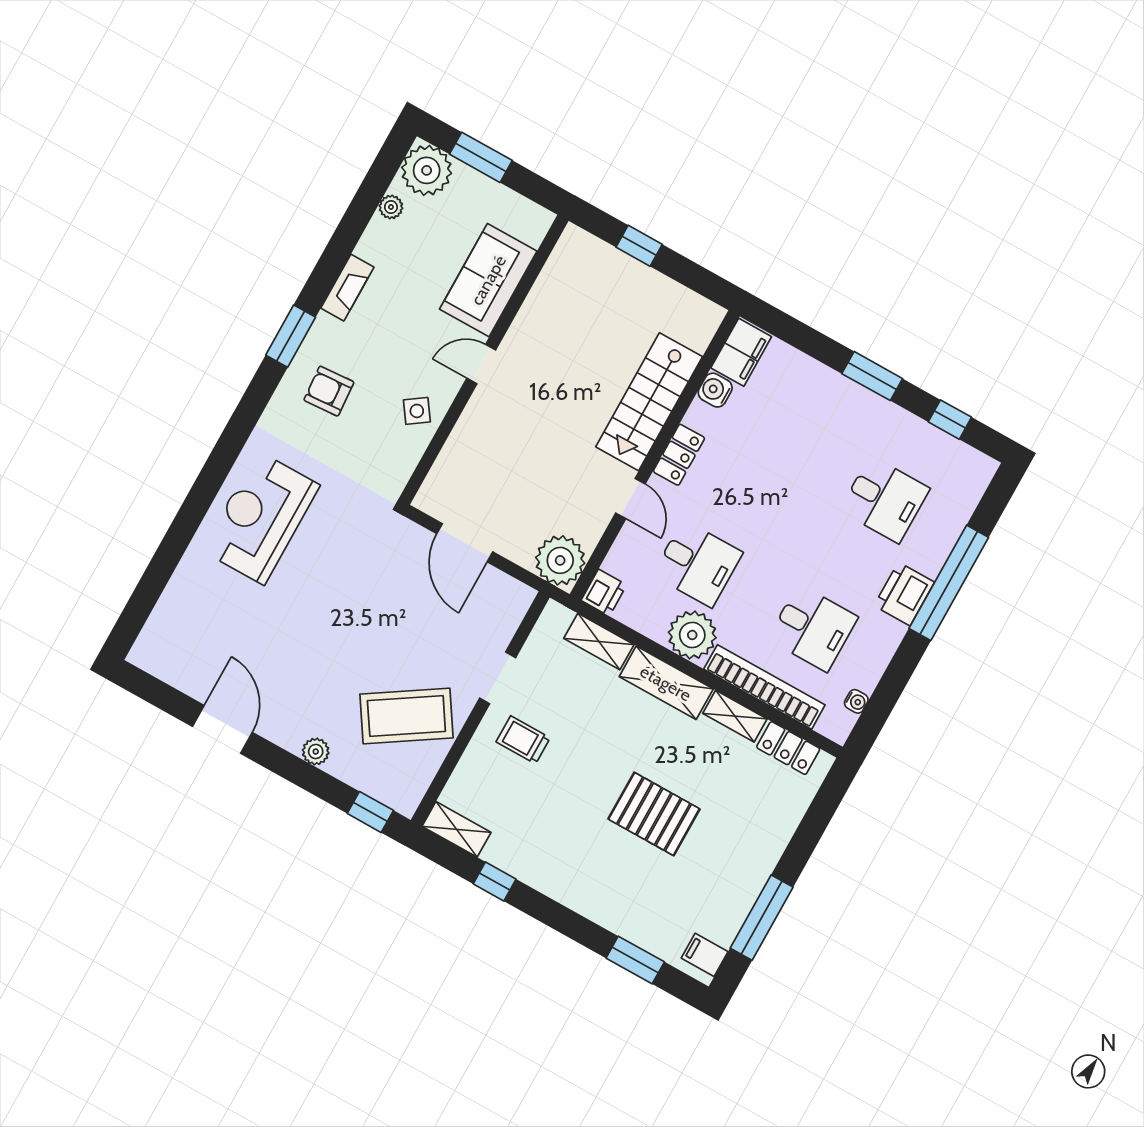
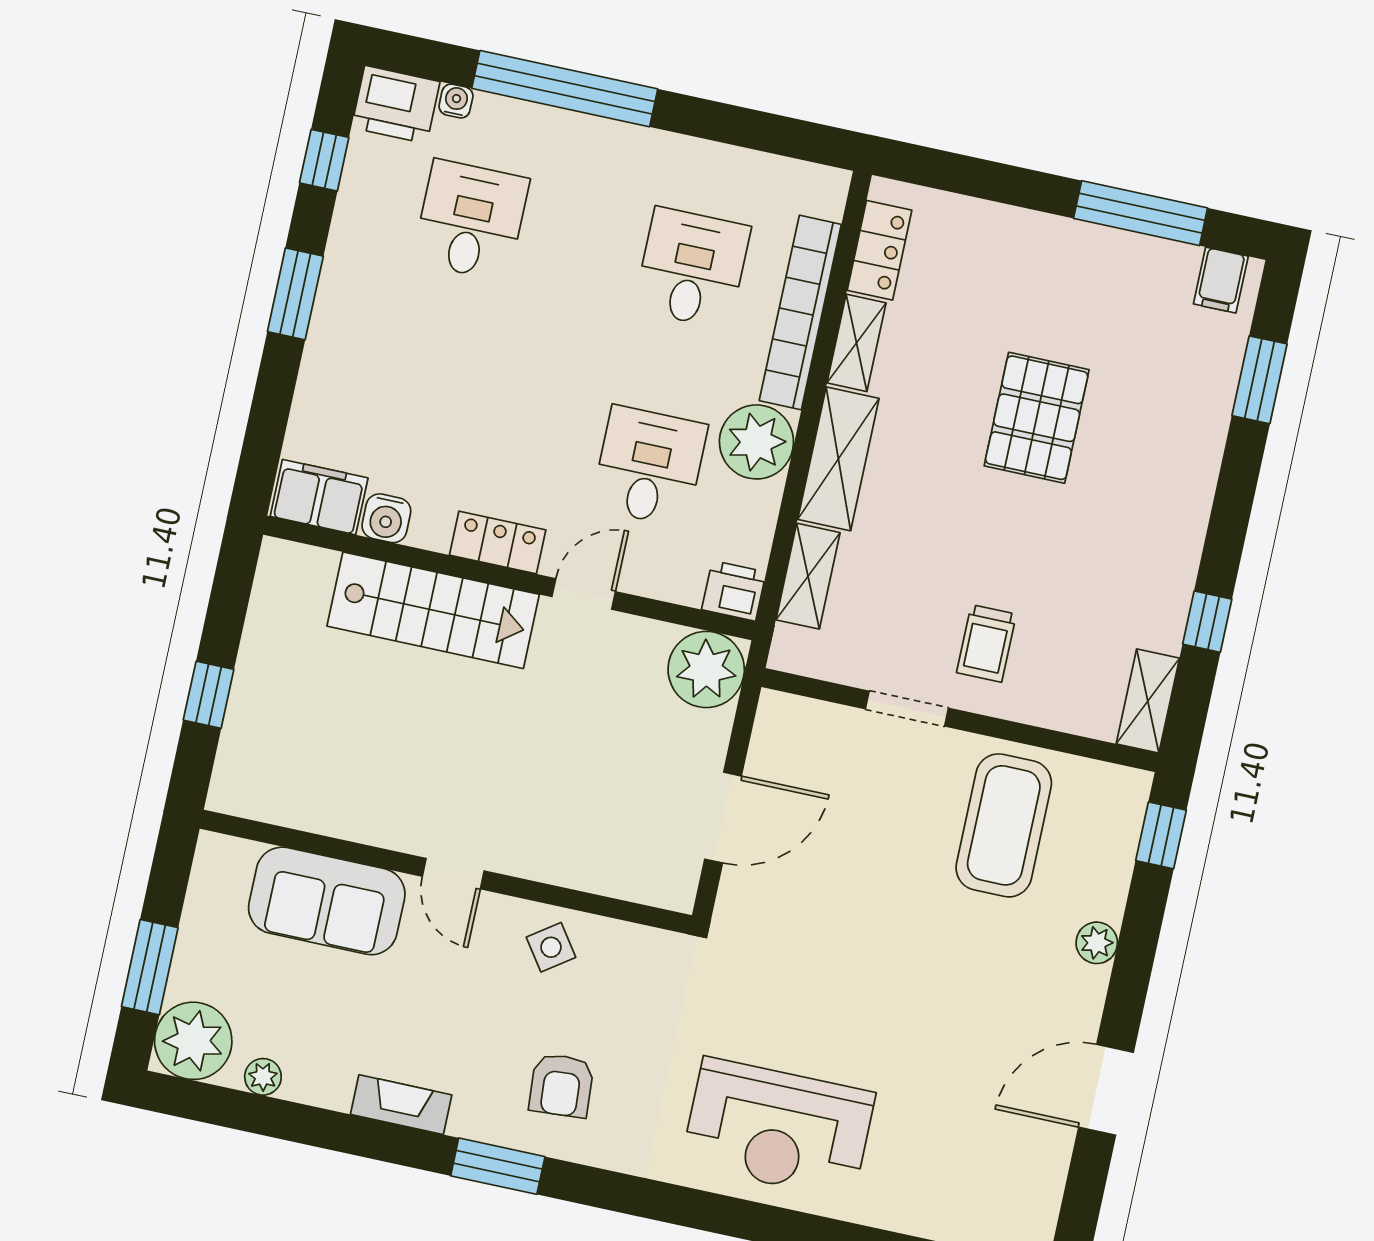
printer: (904, 594) -> (396, 105), moved
water cooler: (856, 701) -> (456, 101), moved
coffee table: (406, 716) -> (1004, 825), turned 33

